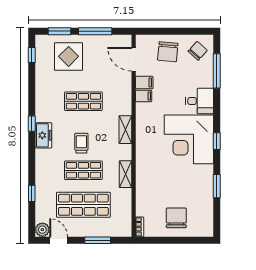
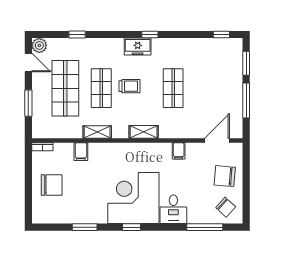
display table: (69, 56) -> (220, 73), removed
filing cabinet: (144, 83) -> (81, 152), moved
door: (59, 240) -> (28, 62), hinge flipped

